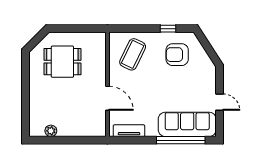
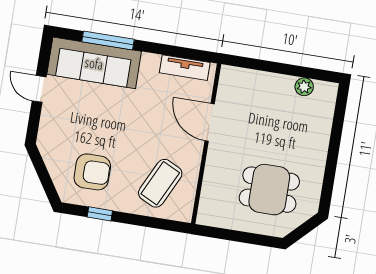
window: (181, 140) -> (108, 40), width x0.68

